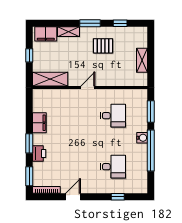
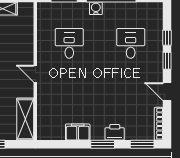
window: (99, 197) -> (167, 61), added

